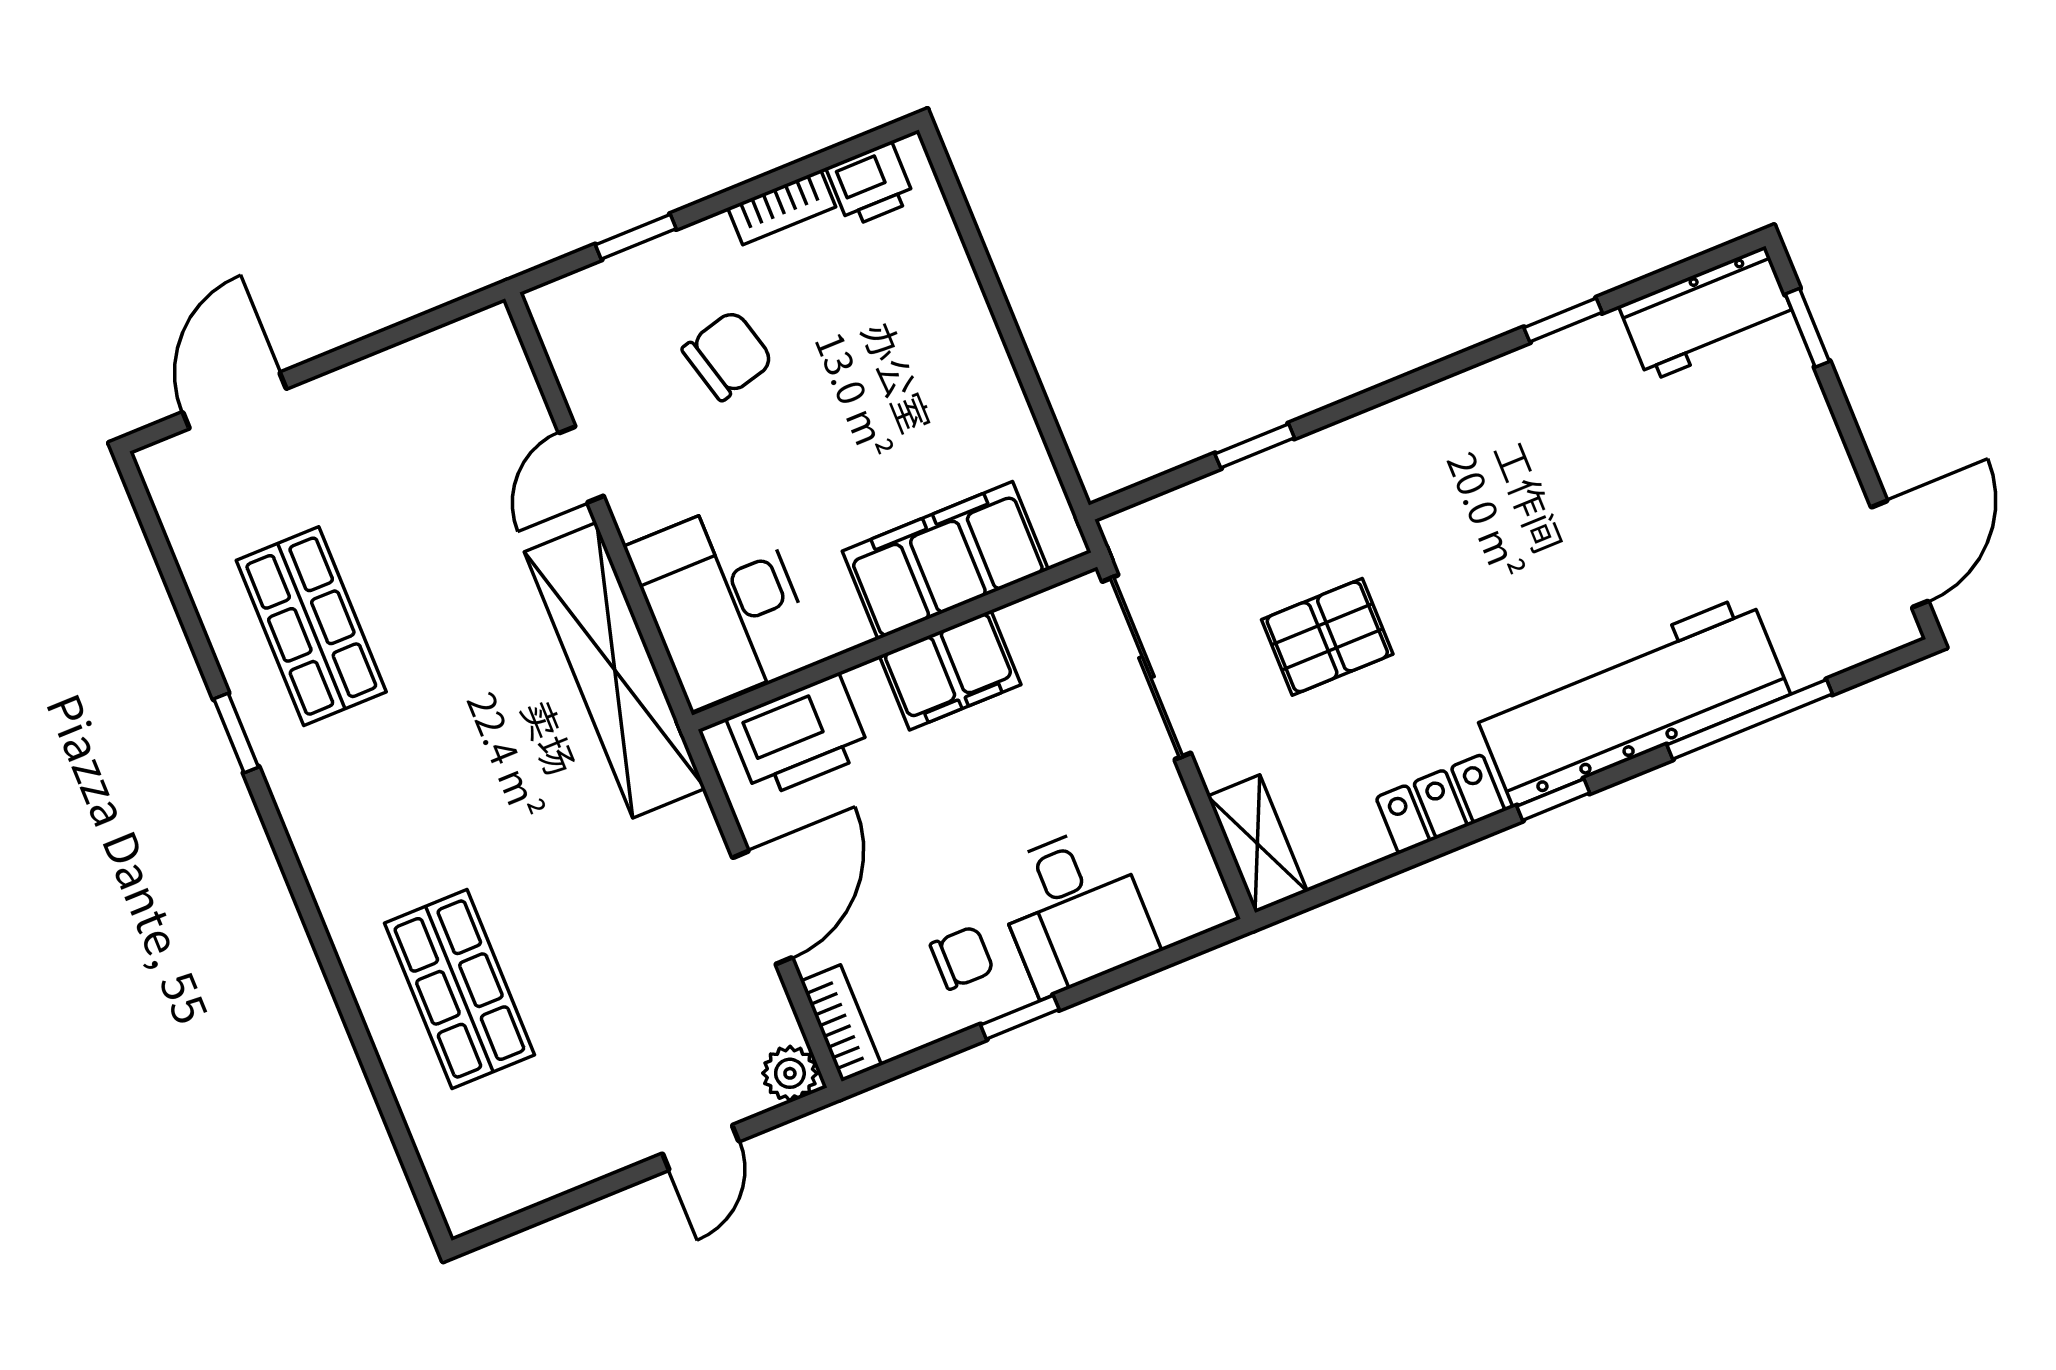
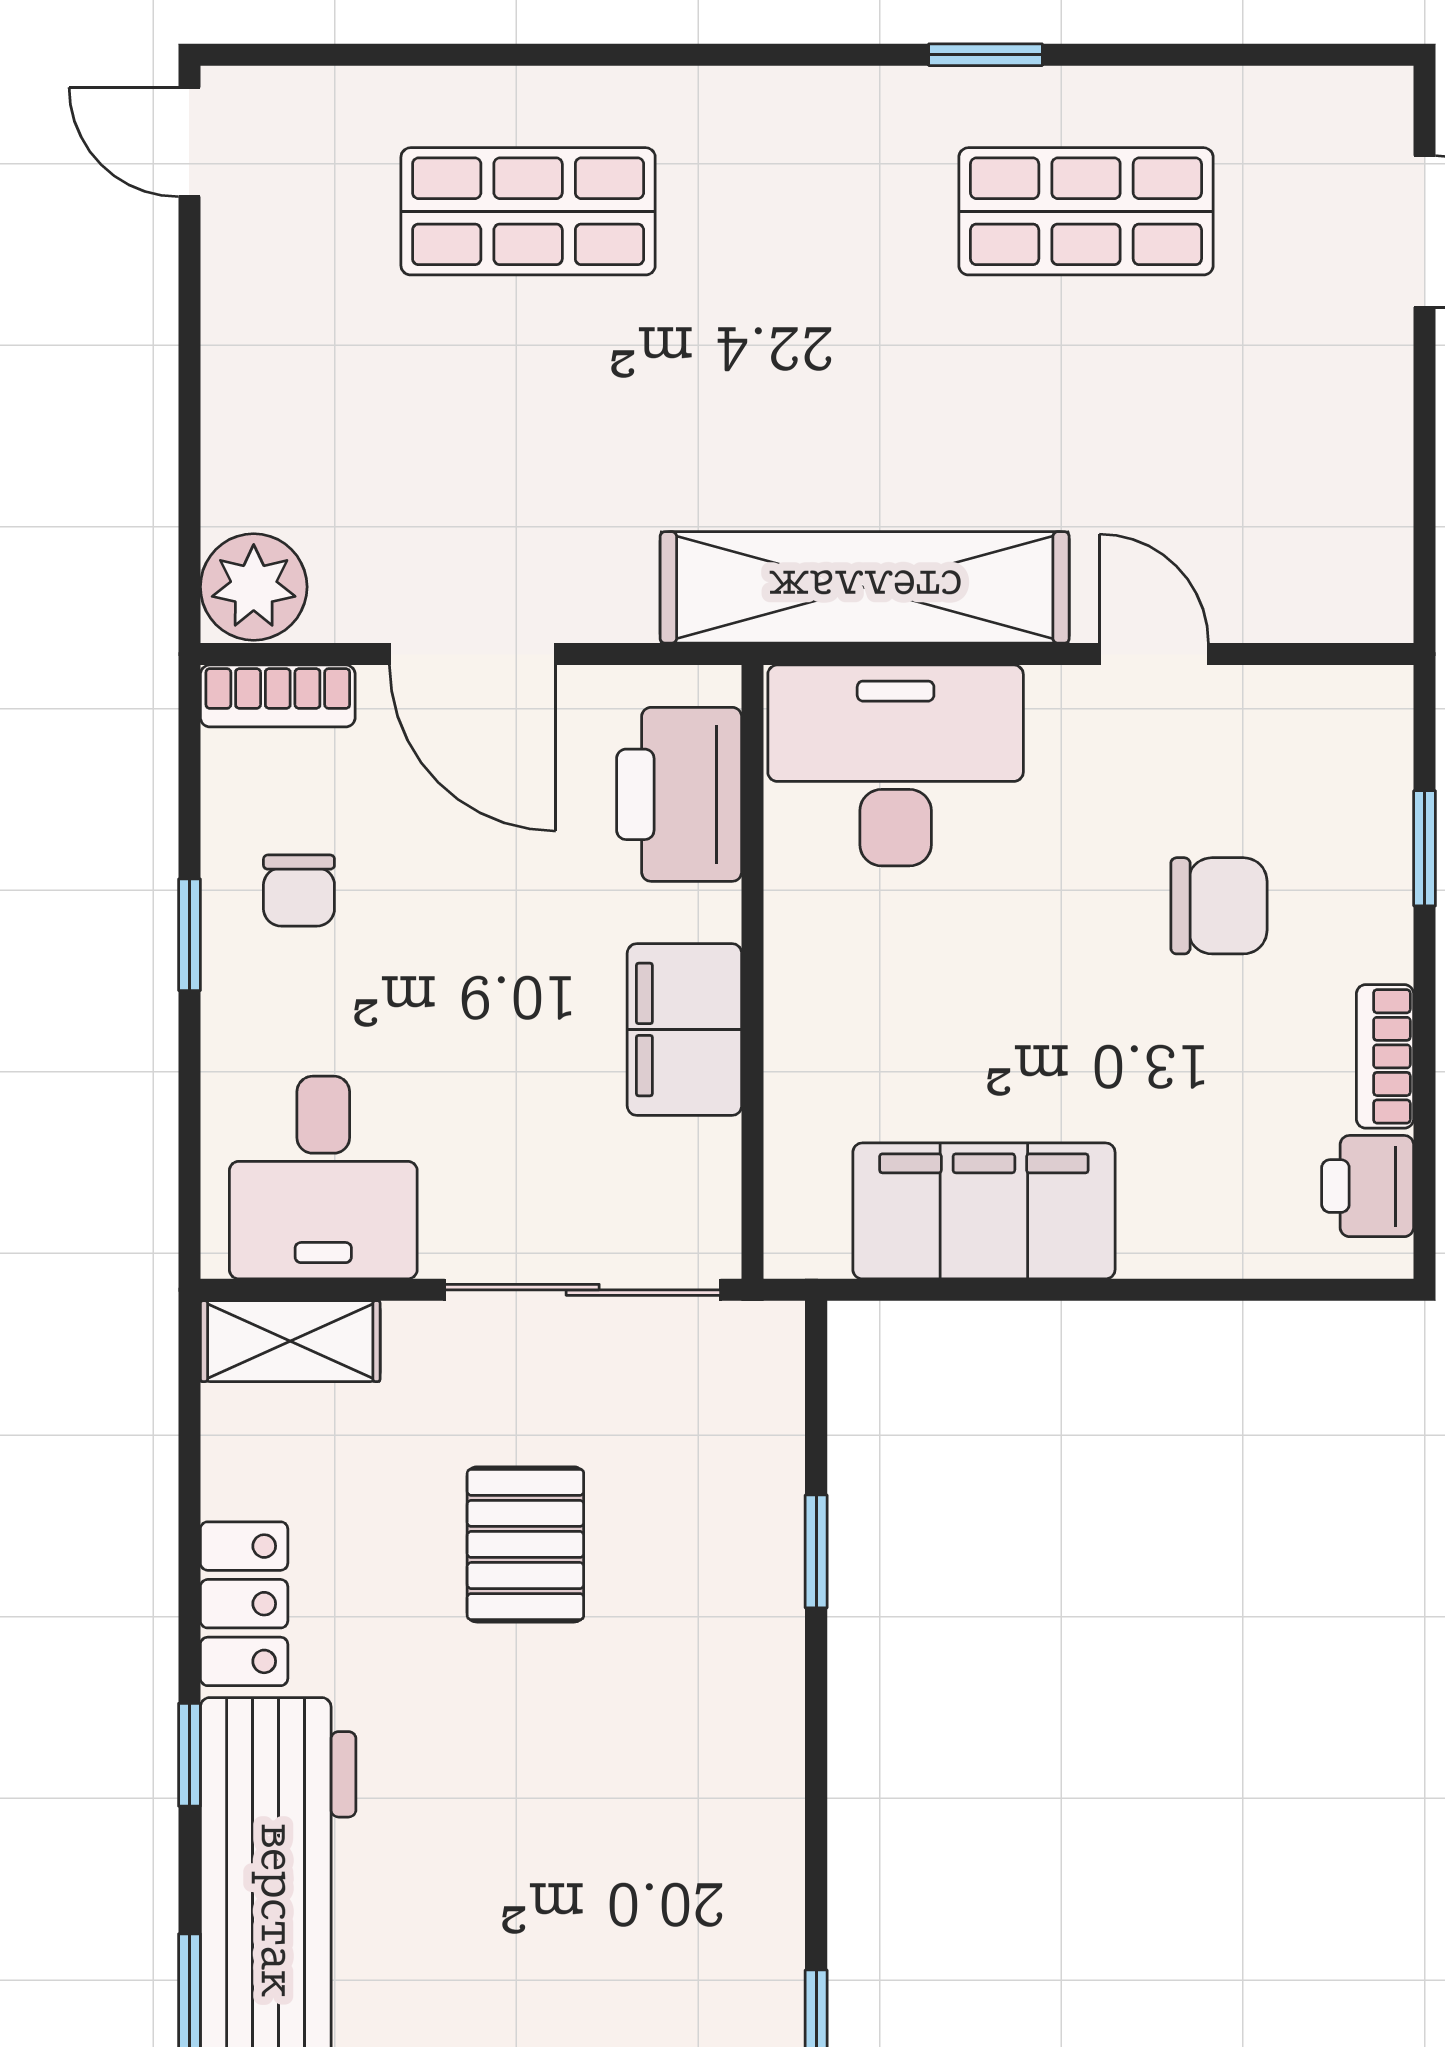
chair: (728, 355) -> (1219, 906), turned -75
filing cabinet: (945, 560) -> (984, 1211), moved, turned -90
desk: (1074, 910) -> (323, 1178), moved, turned -90
plant: (790, 1073) -> (254, 587), width x1.38, depth x1.38
door: (701, 1147) -> (189, 142), moved

